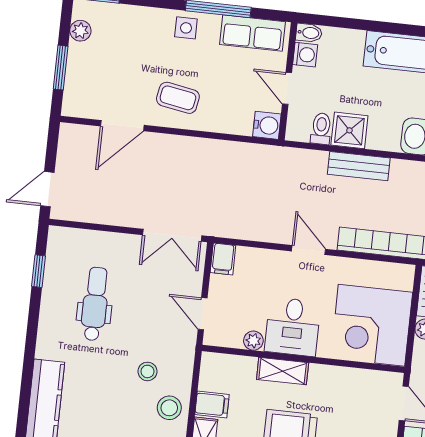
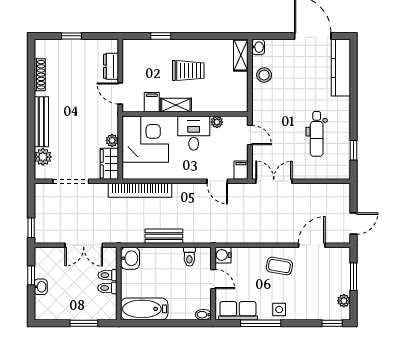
washing machine: (305, 55) -> (204, 301), removed
shower: (349, 130) -> (172, 257), removed
door: (47, 189) -> (354, 224), moved
door: (309, 250) -> (217, 181), moved
stool: (147, 371) -> (280, 96), removed
shelving: (283, 371) -> (176, 105), moved
filing cabinet: (212, 404) -> (152, 102), moved, turned 90

